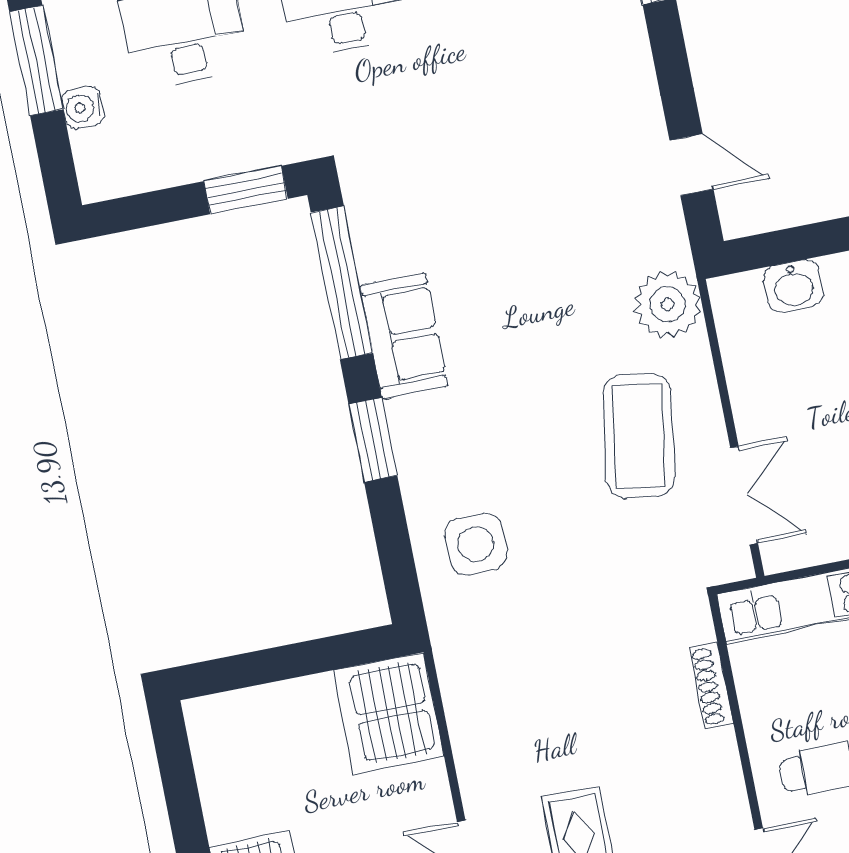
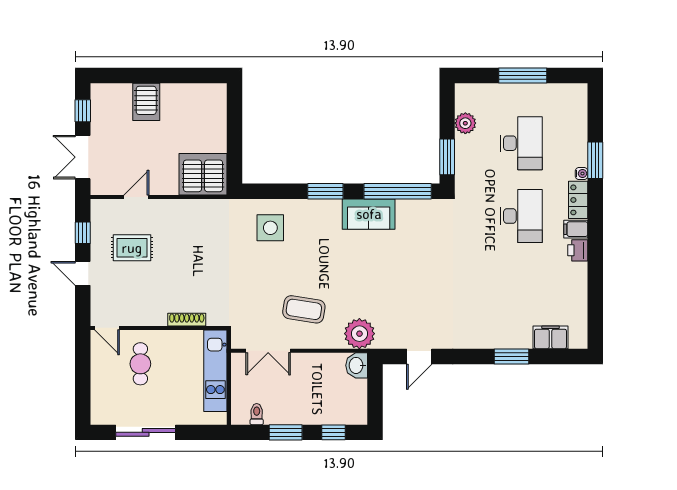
water cooler: (83, 108) -> (498, 92), removed
plant: (165, 165) -> (465, 123), added
washbasin: (793, 286) -> (357, 365), moved
coffee table: (639, 436) -> (304, 309), width x0.73, depth x0.76

